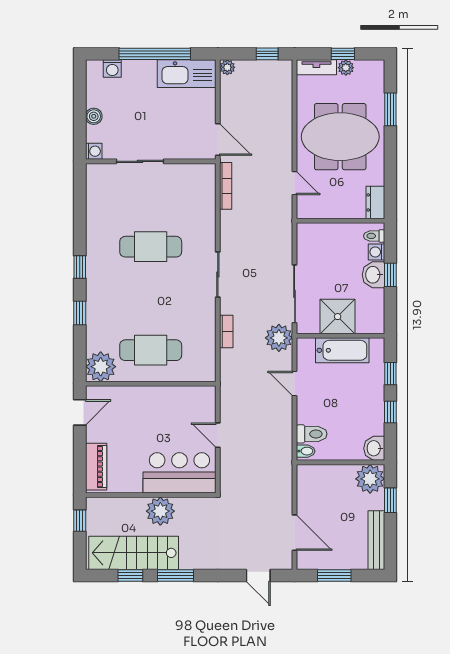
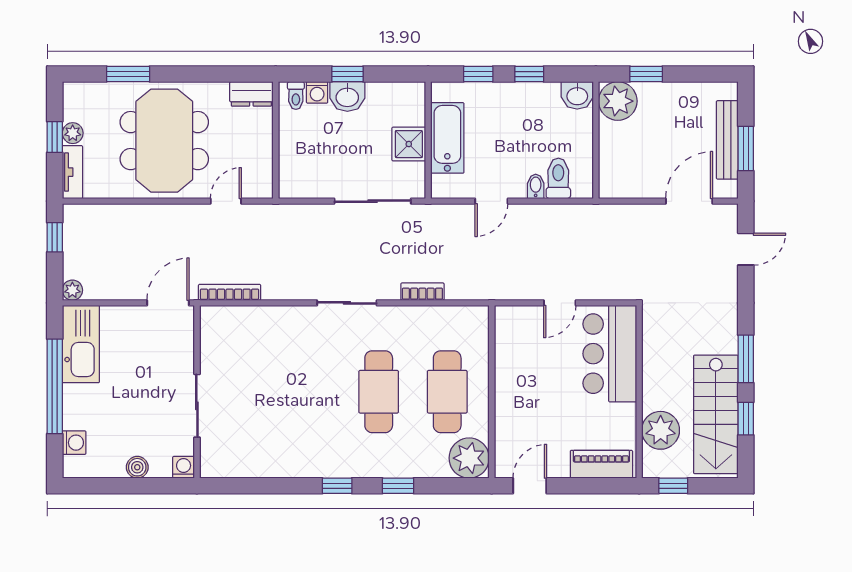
cafe table: (151, 247) -> (379, 392), moved
shower: (338, 317) -> (409, 144), width x0.73, depth x0.73
plant: (279, 338) -> (431, 222), removed
door: (80, 412) -> (530, 486), hinge flipped
bidet: (306, 451) -> (536, 186), moved
plant: (160, 511) -> (661, 430), moved
bench: (376, 540) -> (727, 140), moved, turned 90

